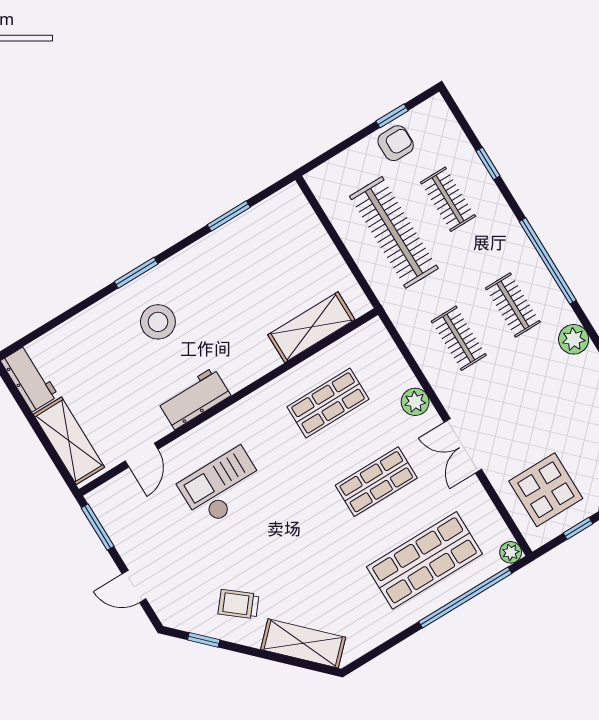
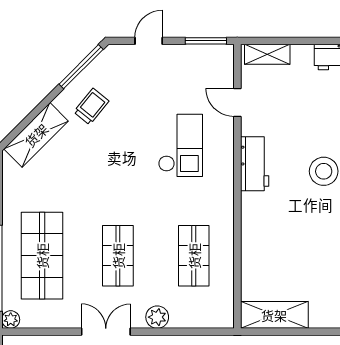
shelving: (311, 327) -> (274, 315), moved, turned 90
shelving: (69, 441) -> (267, 54), width x0.67, depth x0.75
window: (204, 640) -> (81, 67), width x2.17

